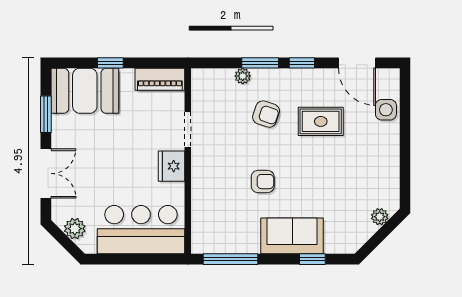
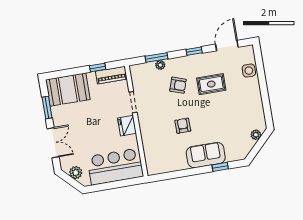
window: (110, 63) -> (98, 67), moved
window: (260, 63) -> (157, 57), moved
door: (357, 63) -> (227, 46), swing flipped
armchair: (263, 182) -> (183, 126), turned -91
window: (230, 259) -> (171, 175), removed

